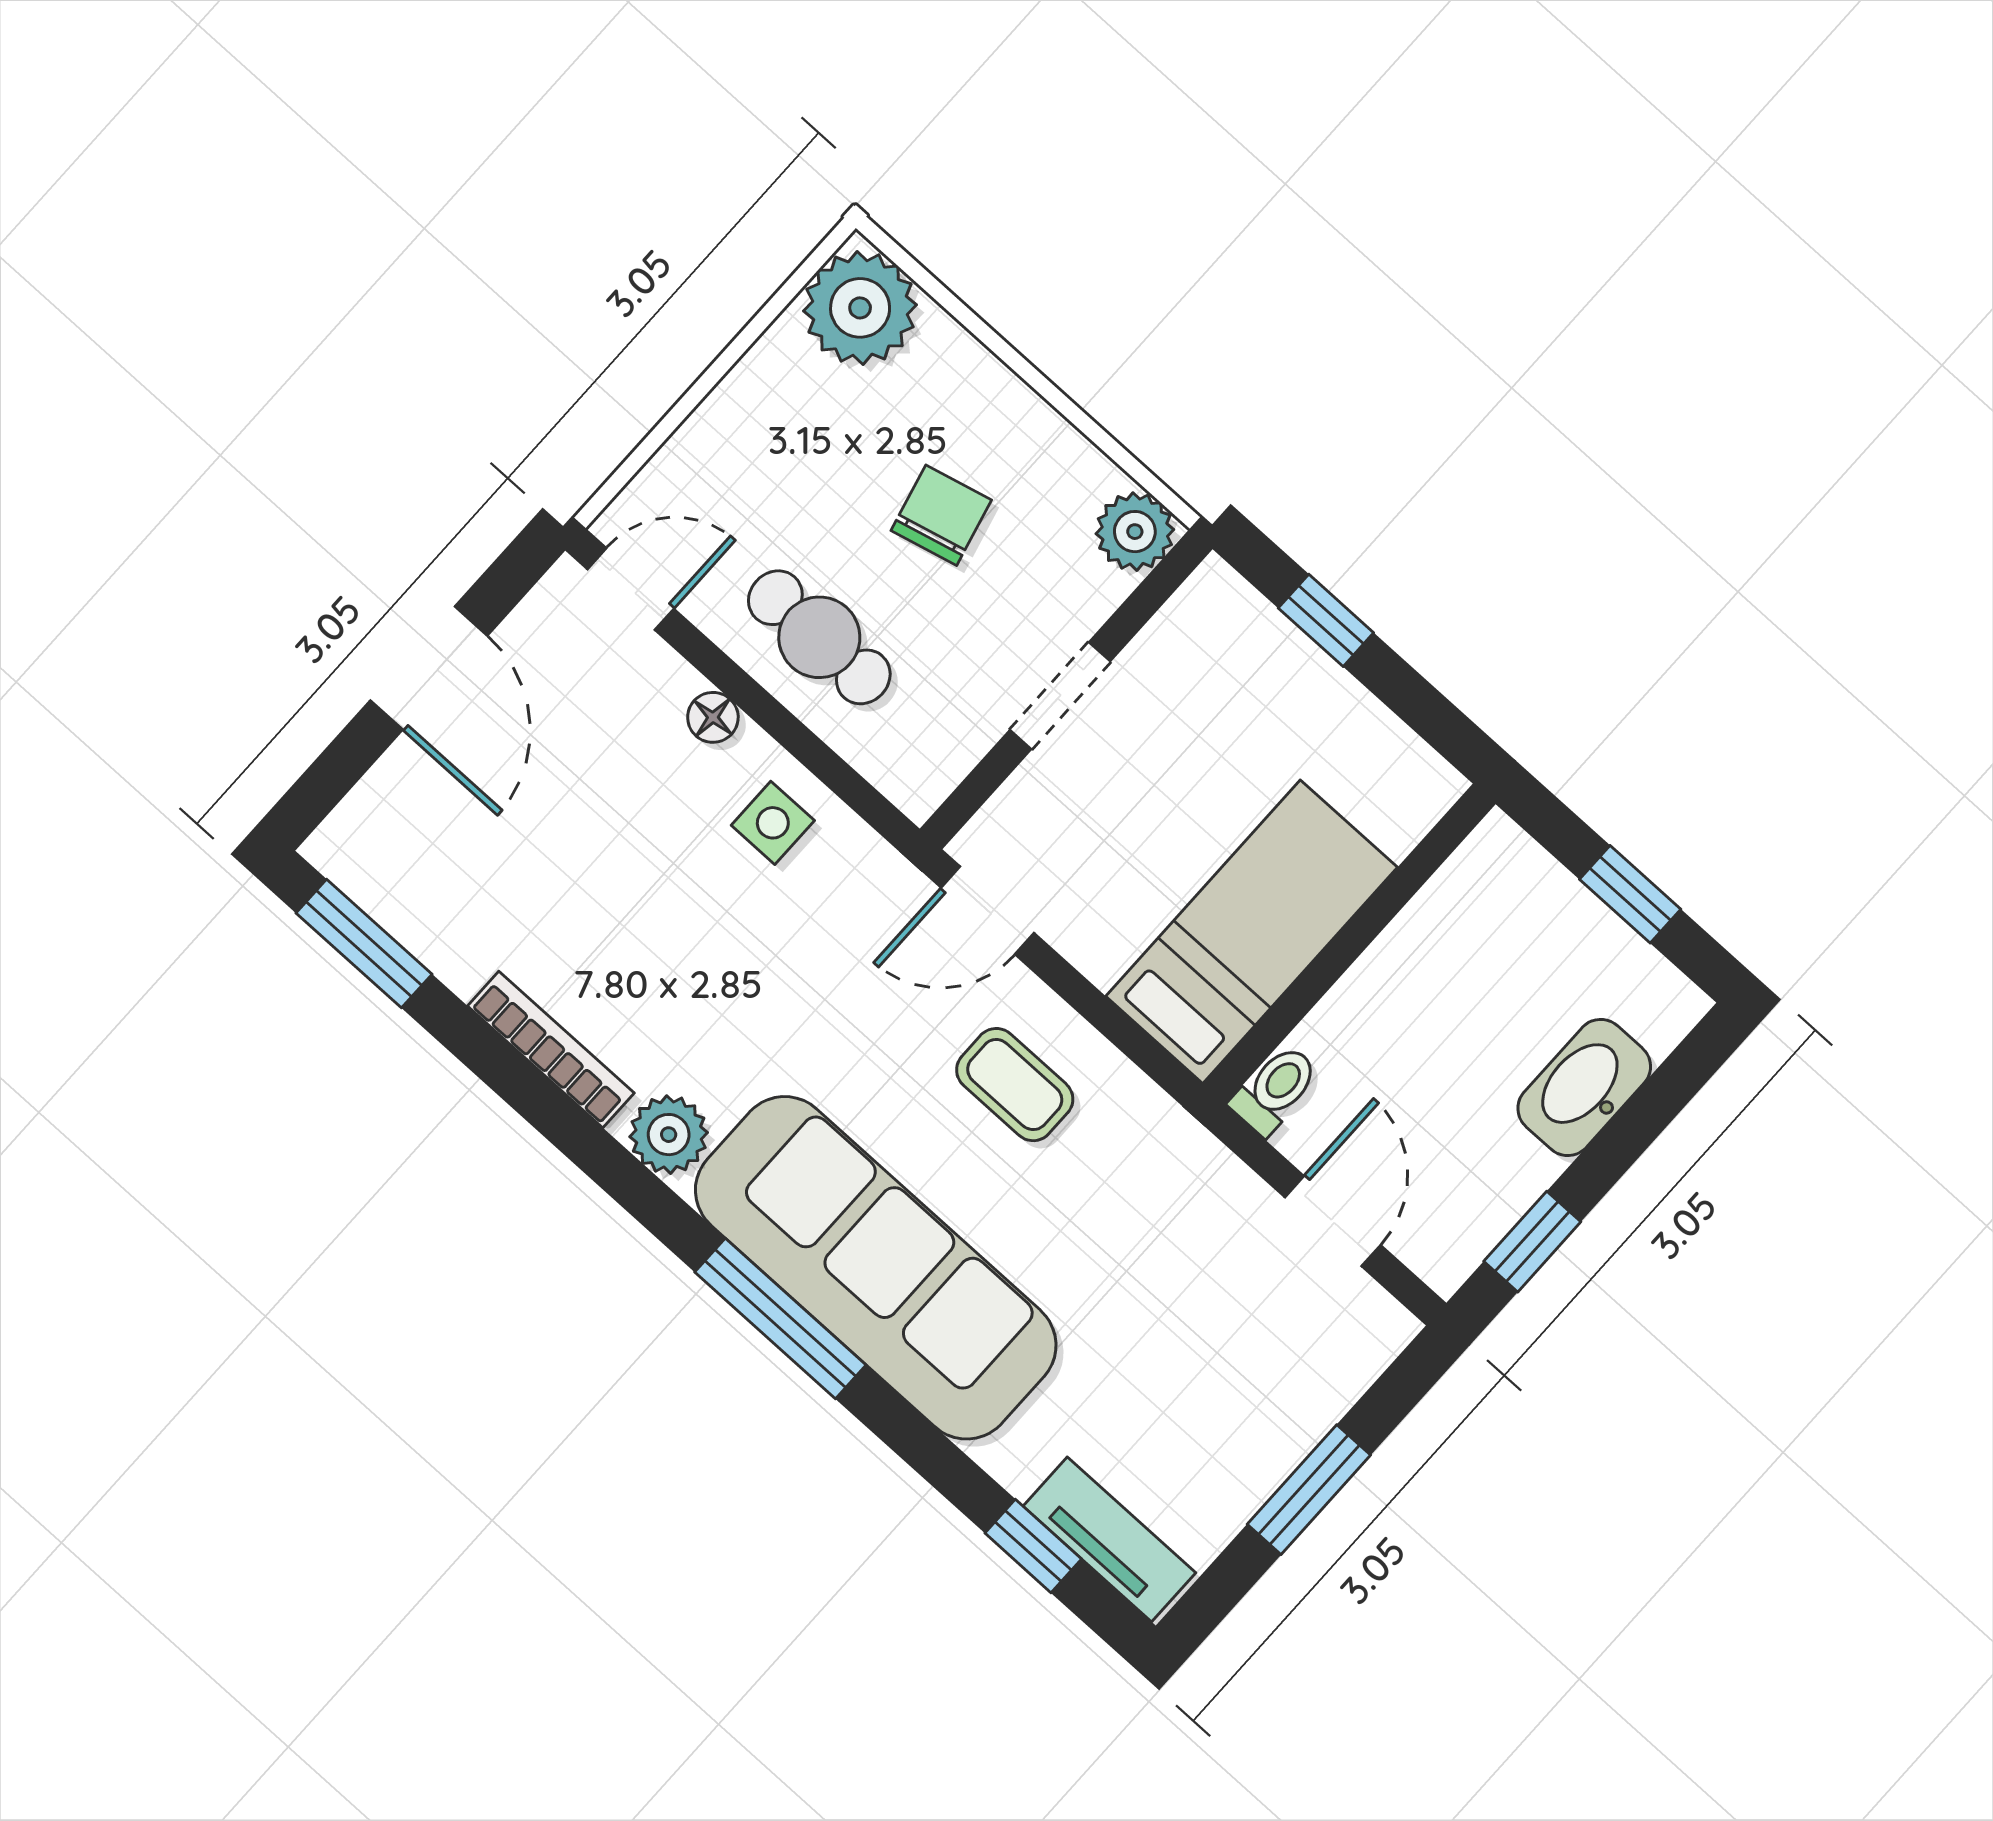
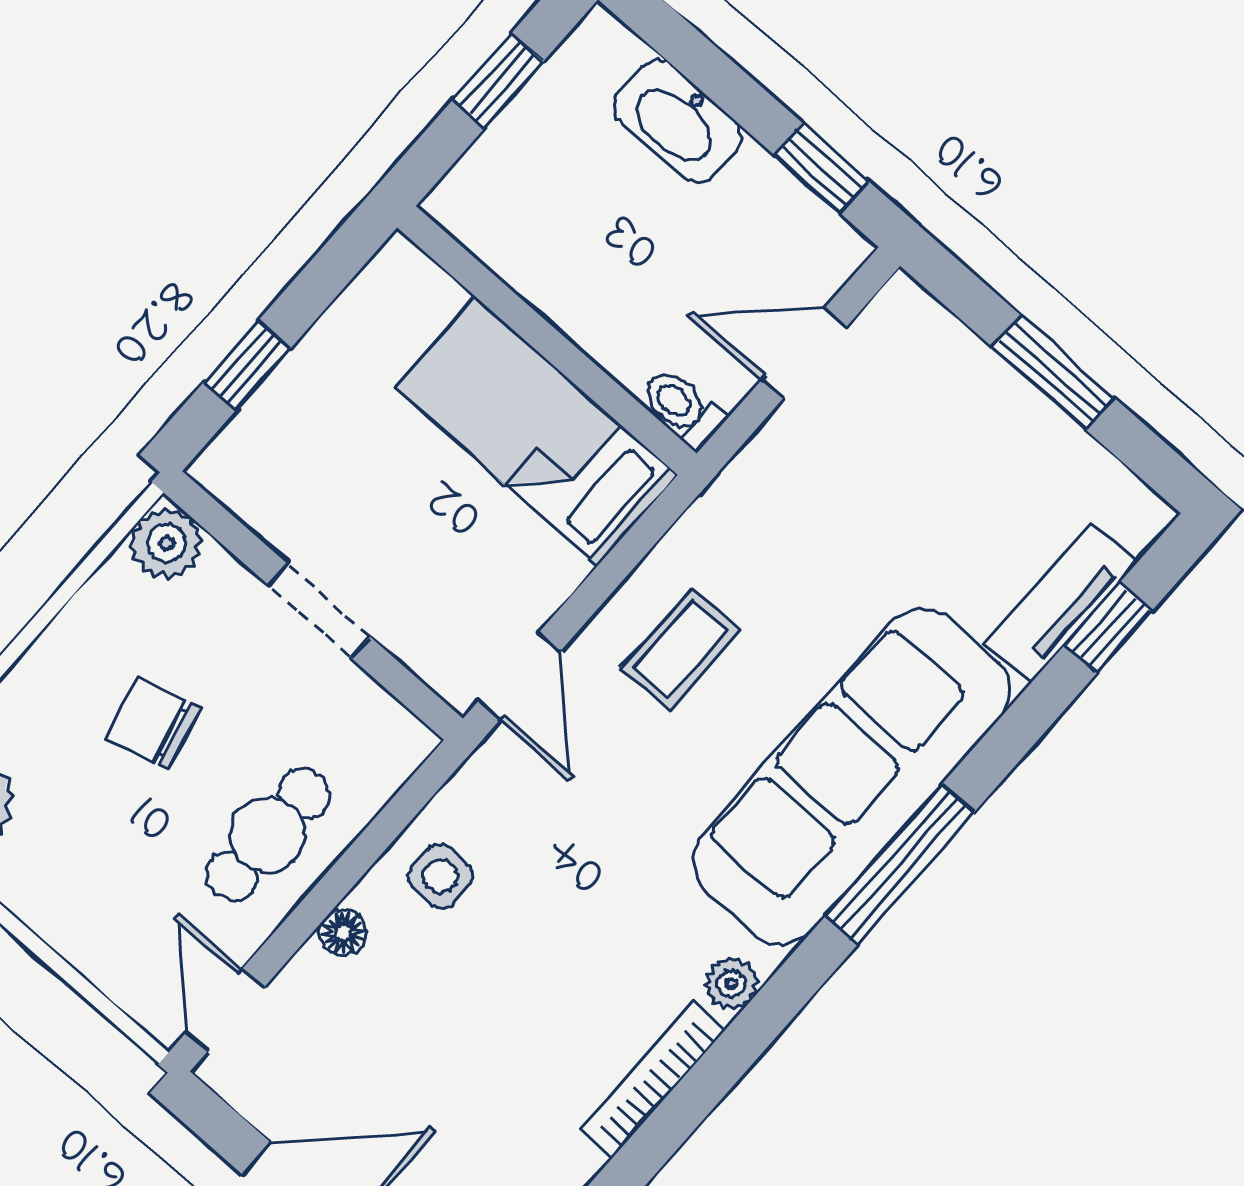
plant: (669, 1135) -> (731, 984), width x0.73, depth x0.73
tv unit: (1109, 1539) -> (1062, 602), moved

